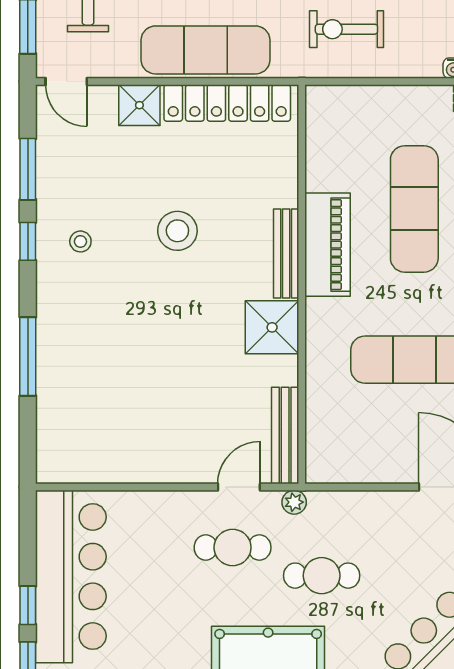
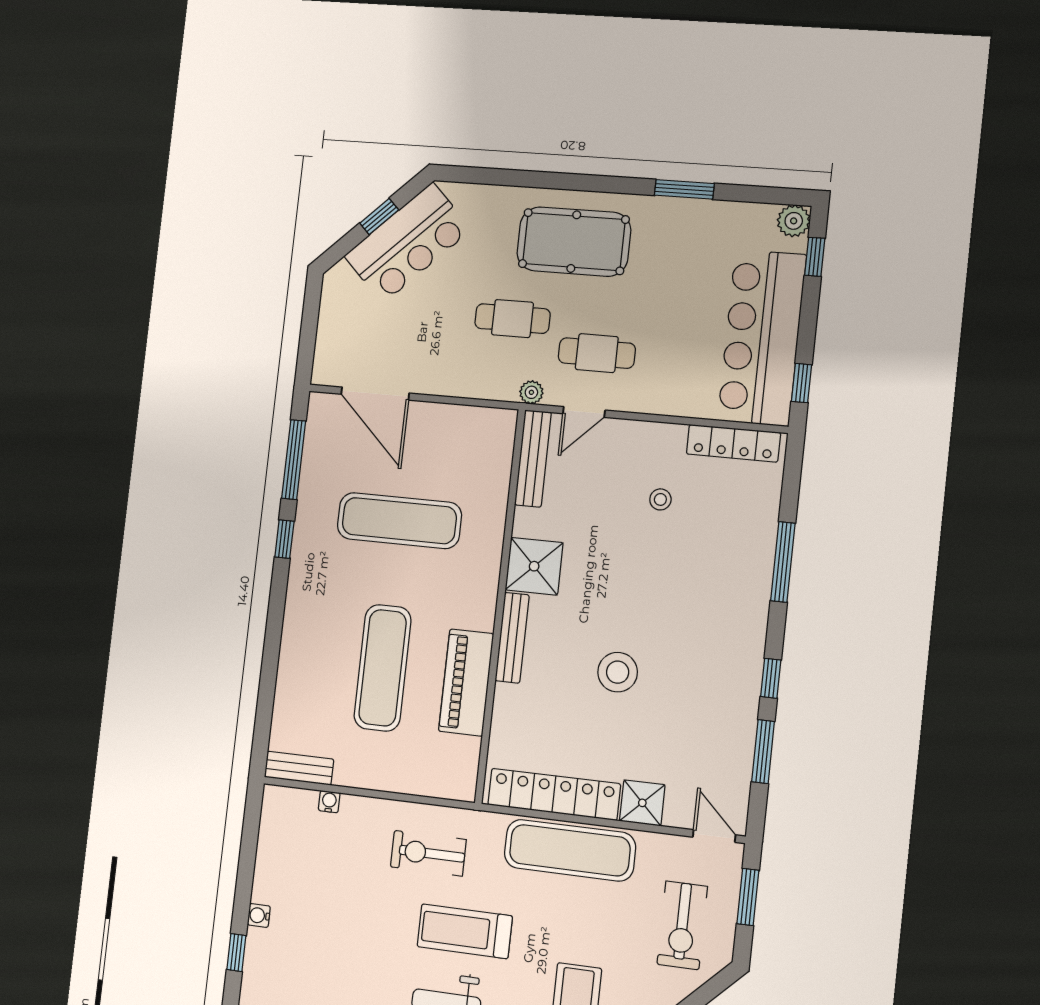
exercise bike: (346, 29) -> (428, 853), turned 180
stool: (80, 241) -> (660, 499), moved
piano: (328, 245) -> (466, 682), moved
locker: (88, 469) -> (733, 443), added
window: (28, 605) -> (802, 383), moved

